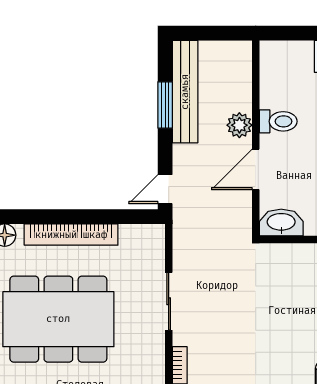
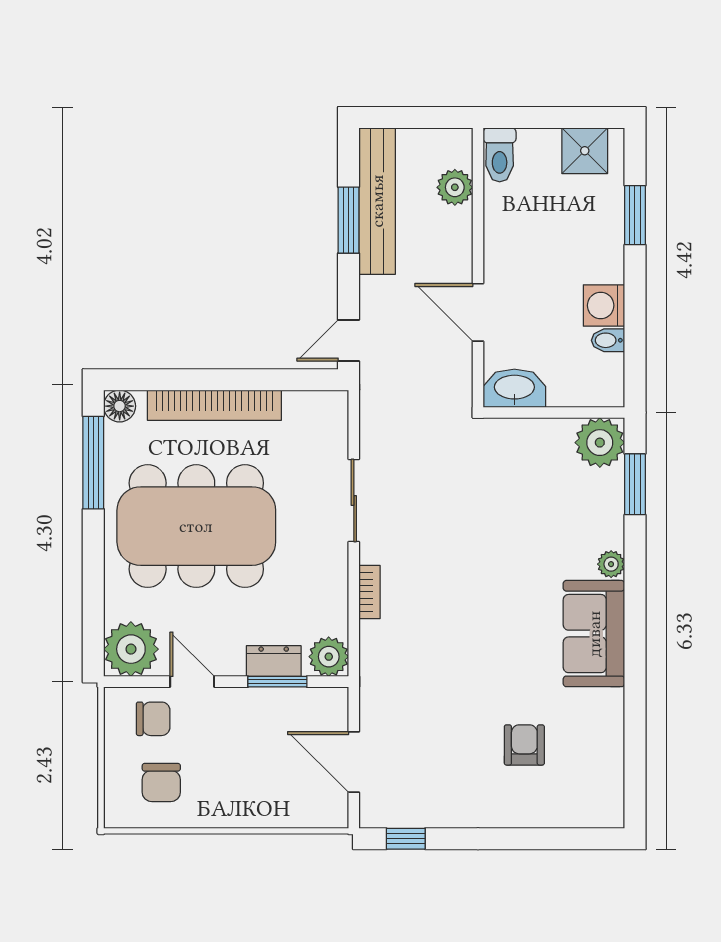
toilet: (278, 121) -> (500, 155), moved, turned 90
plant: (239, 125) -> (455, 187), moved
door: (256, 169) -> (478, 312), hinge flipped

